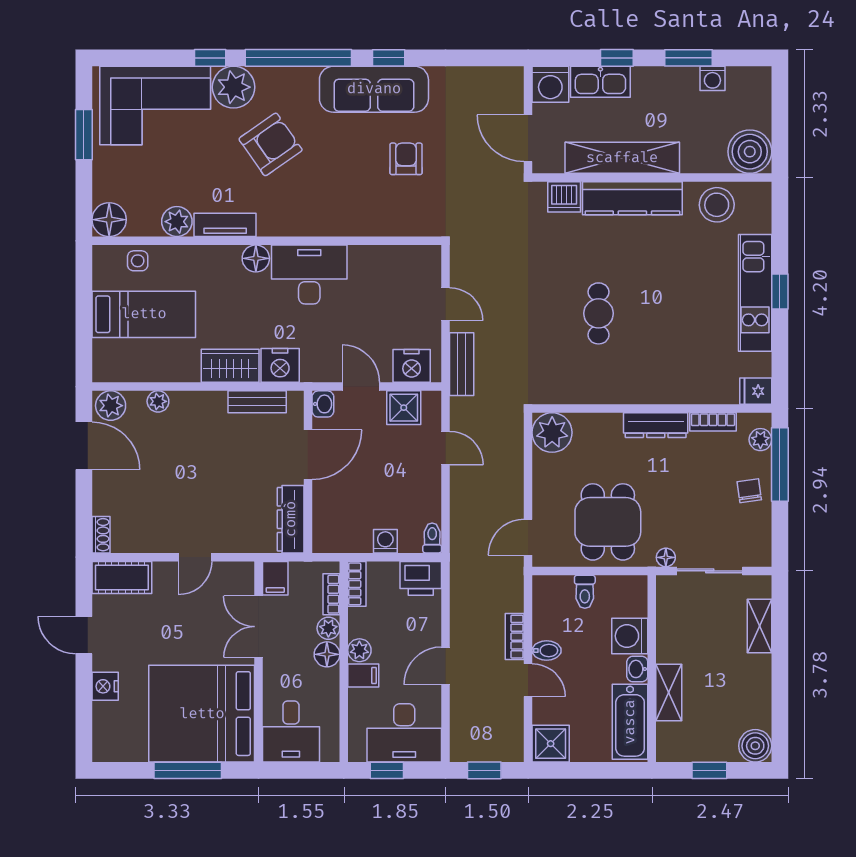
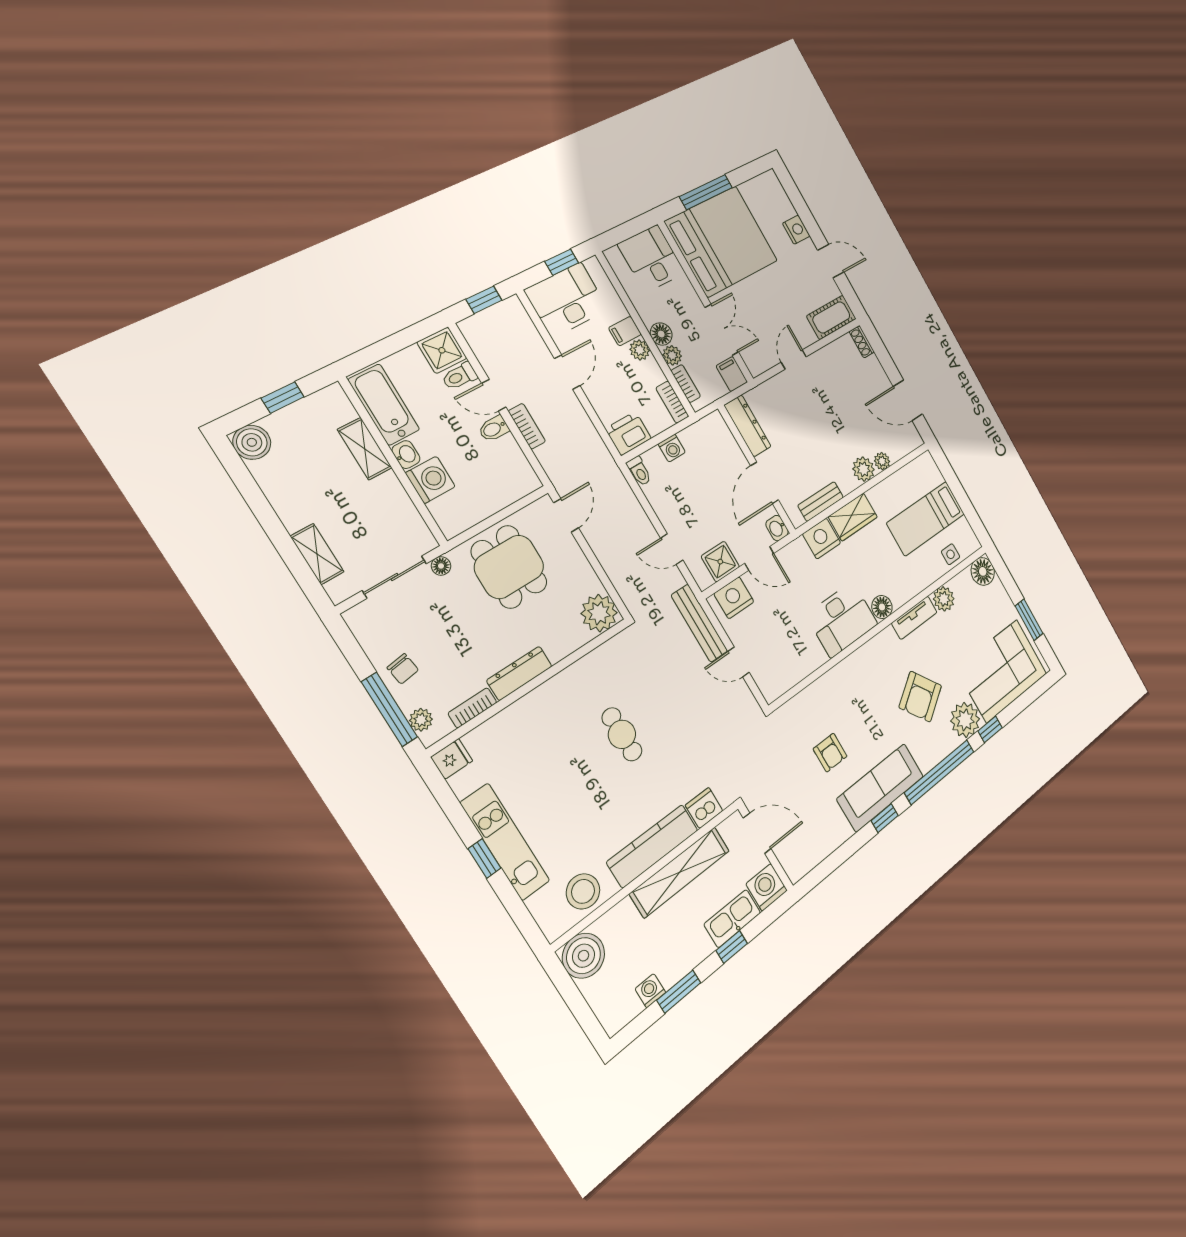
bench: (462, 364) -> (699, 623), width x1.36
plant: (111, 406) -> (863, 469), moved
toilet: (585, 592) -> (460, 376), moved, turned -90

